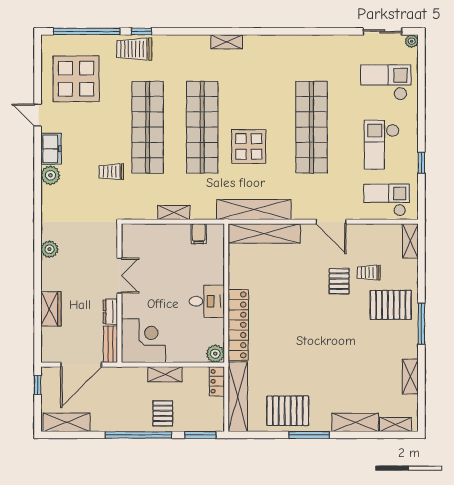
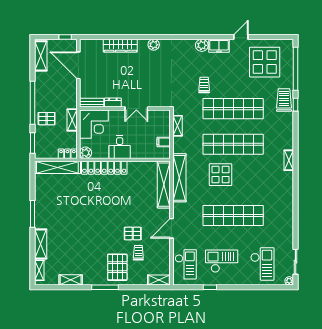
double door: (119, 276) -> (136, 109), moved
wall: (119, 293) -> (125, 109), moved
wardrobe: (51, 309) -> (120, 46), width x1.50
dresser: (110, 312) -> (113, 103), moved
corner desk: (143, 341) -> (94, 124), moved
bench: (110, 344) -> (92, 103), moved
pallet: (288, 411) -> (48, 200), removed

